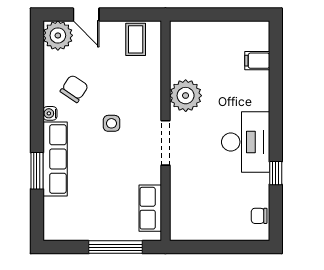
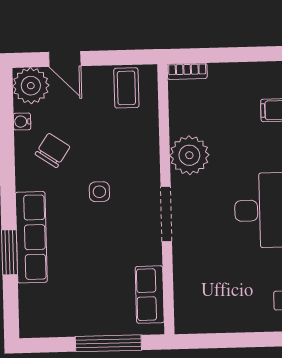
bookcase: (186, 27) -> (187, 71), added
water cooler: (50, 113) -> (22, 122), moved

